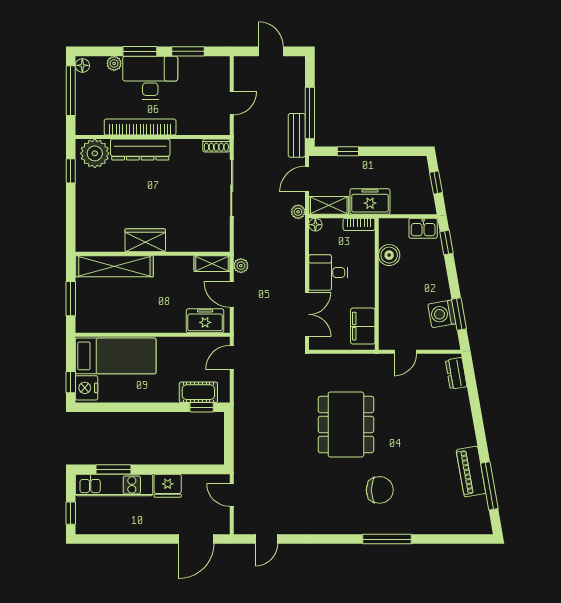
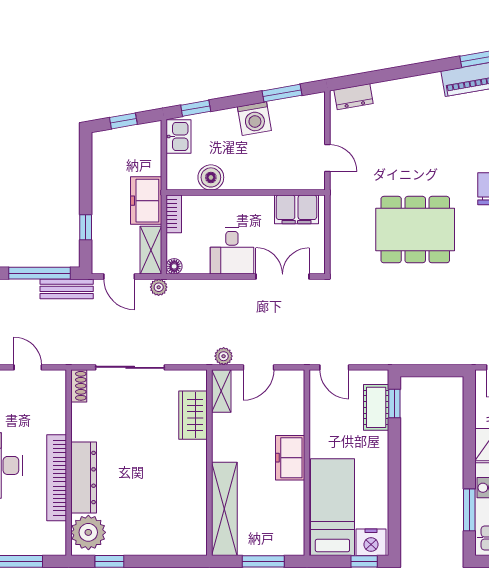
wardrobe: (145, 240) -> (193, 415), moved
washing machine: (442, 314) -> (254, 119), moved
freezer: (205, 321) -> (290, 458), moved

